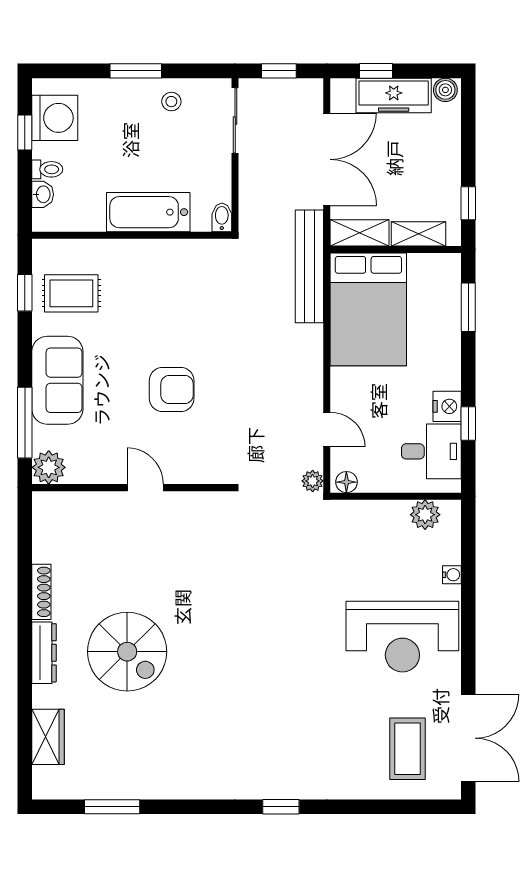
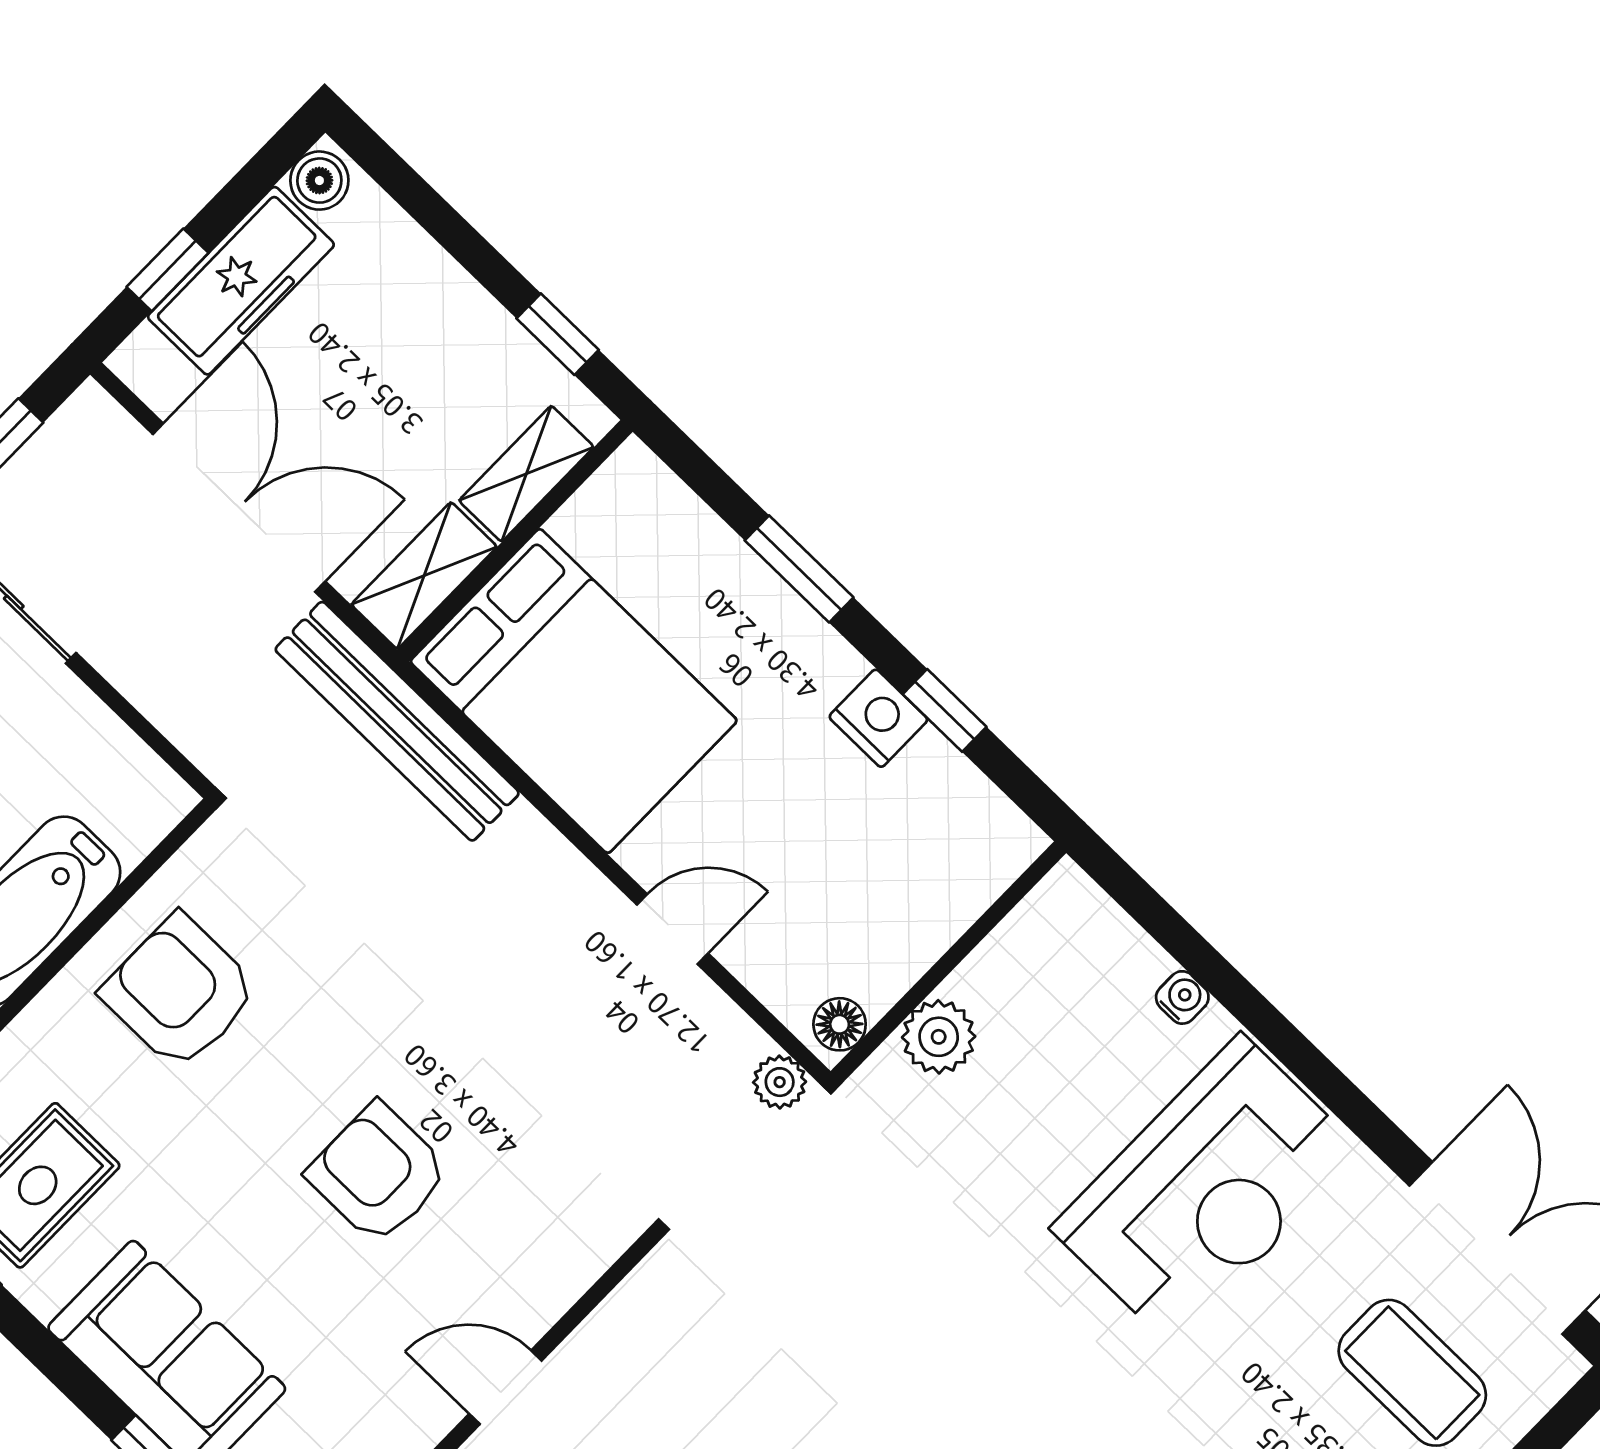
bidet: (222, 217) -> (161, 791), removed
armchair: (168, 280) -> (180, 992), added
window: (468, 307) -> (799, 569), moved
armchair: (172, 389) -> (378, 1173), turned -90
door: (327, 429) -> (672, 929), moved
desk: (431, 451) -> (930, 823), removed
plant: (425, 515) -> (939, 1037), moved

